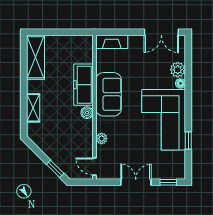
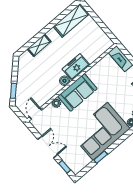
freezer: (83, 85) -> (76, 67), width x0.71
sofa: (109, 94) -> (77, 92), moved

